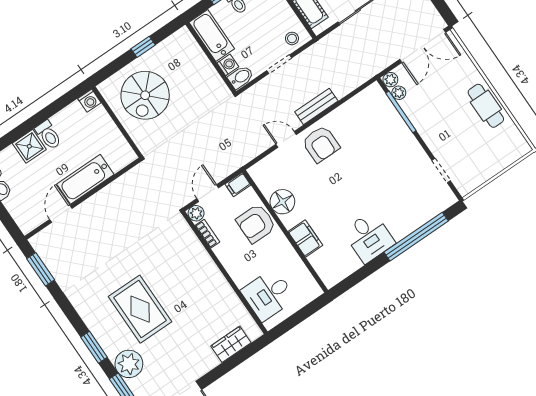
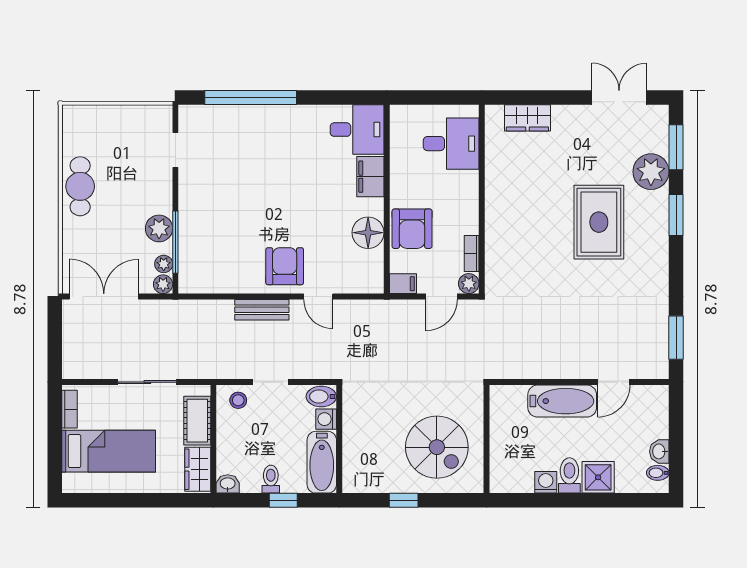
spiral stairs: (145, 95) -> (437, 447), turned 90
washing machine: (89, 101) -> (546, 482), moved
plant: (417, 113) -> (159, 228), added
armchair: (256, 223) -> (412, 229), turned 90
desk: (369, 237) -> (357, 130), moved, turned 90

